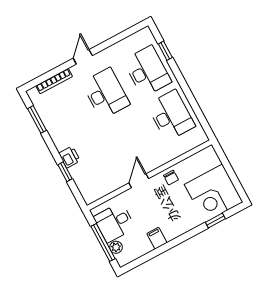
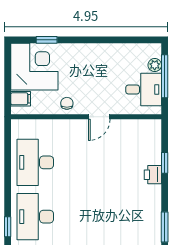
desk: (106, 93) -> (86, 217), removed
filing cabinet: (157, 238) -> (21, 99), moved, turned -90

